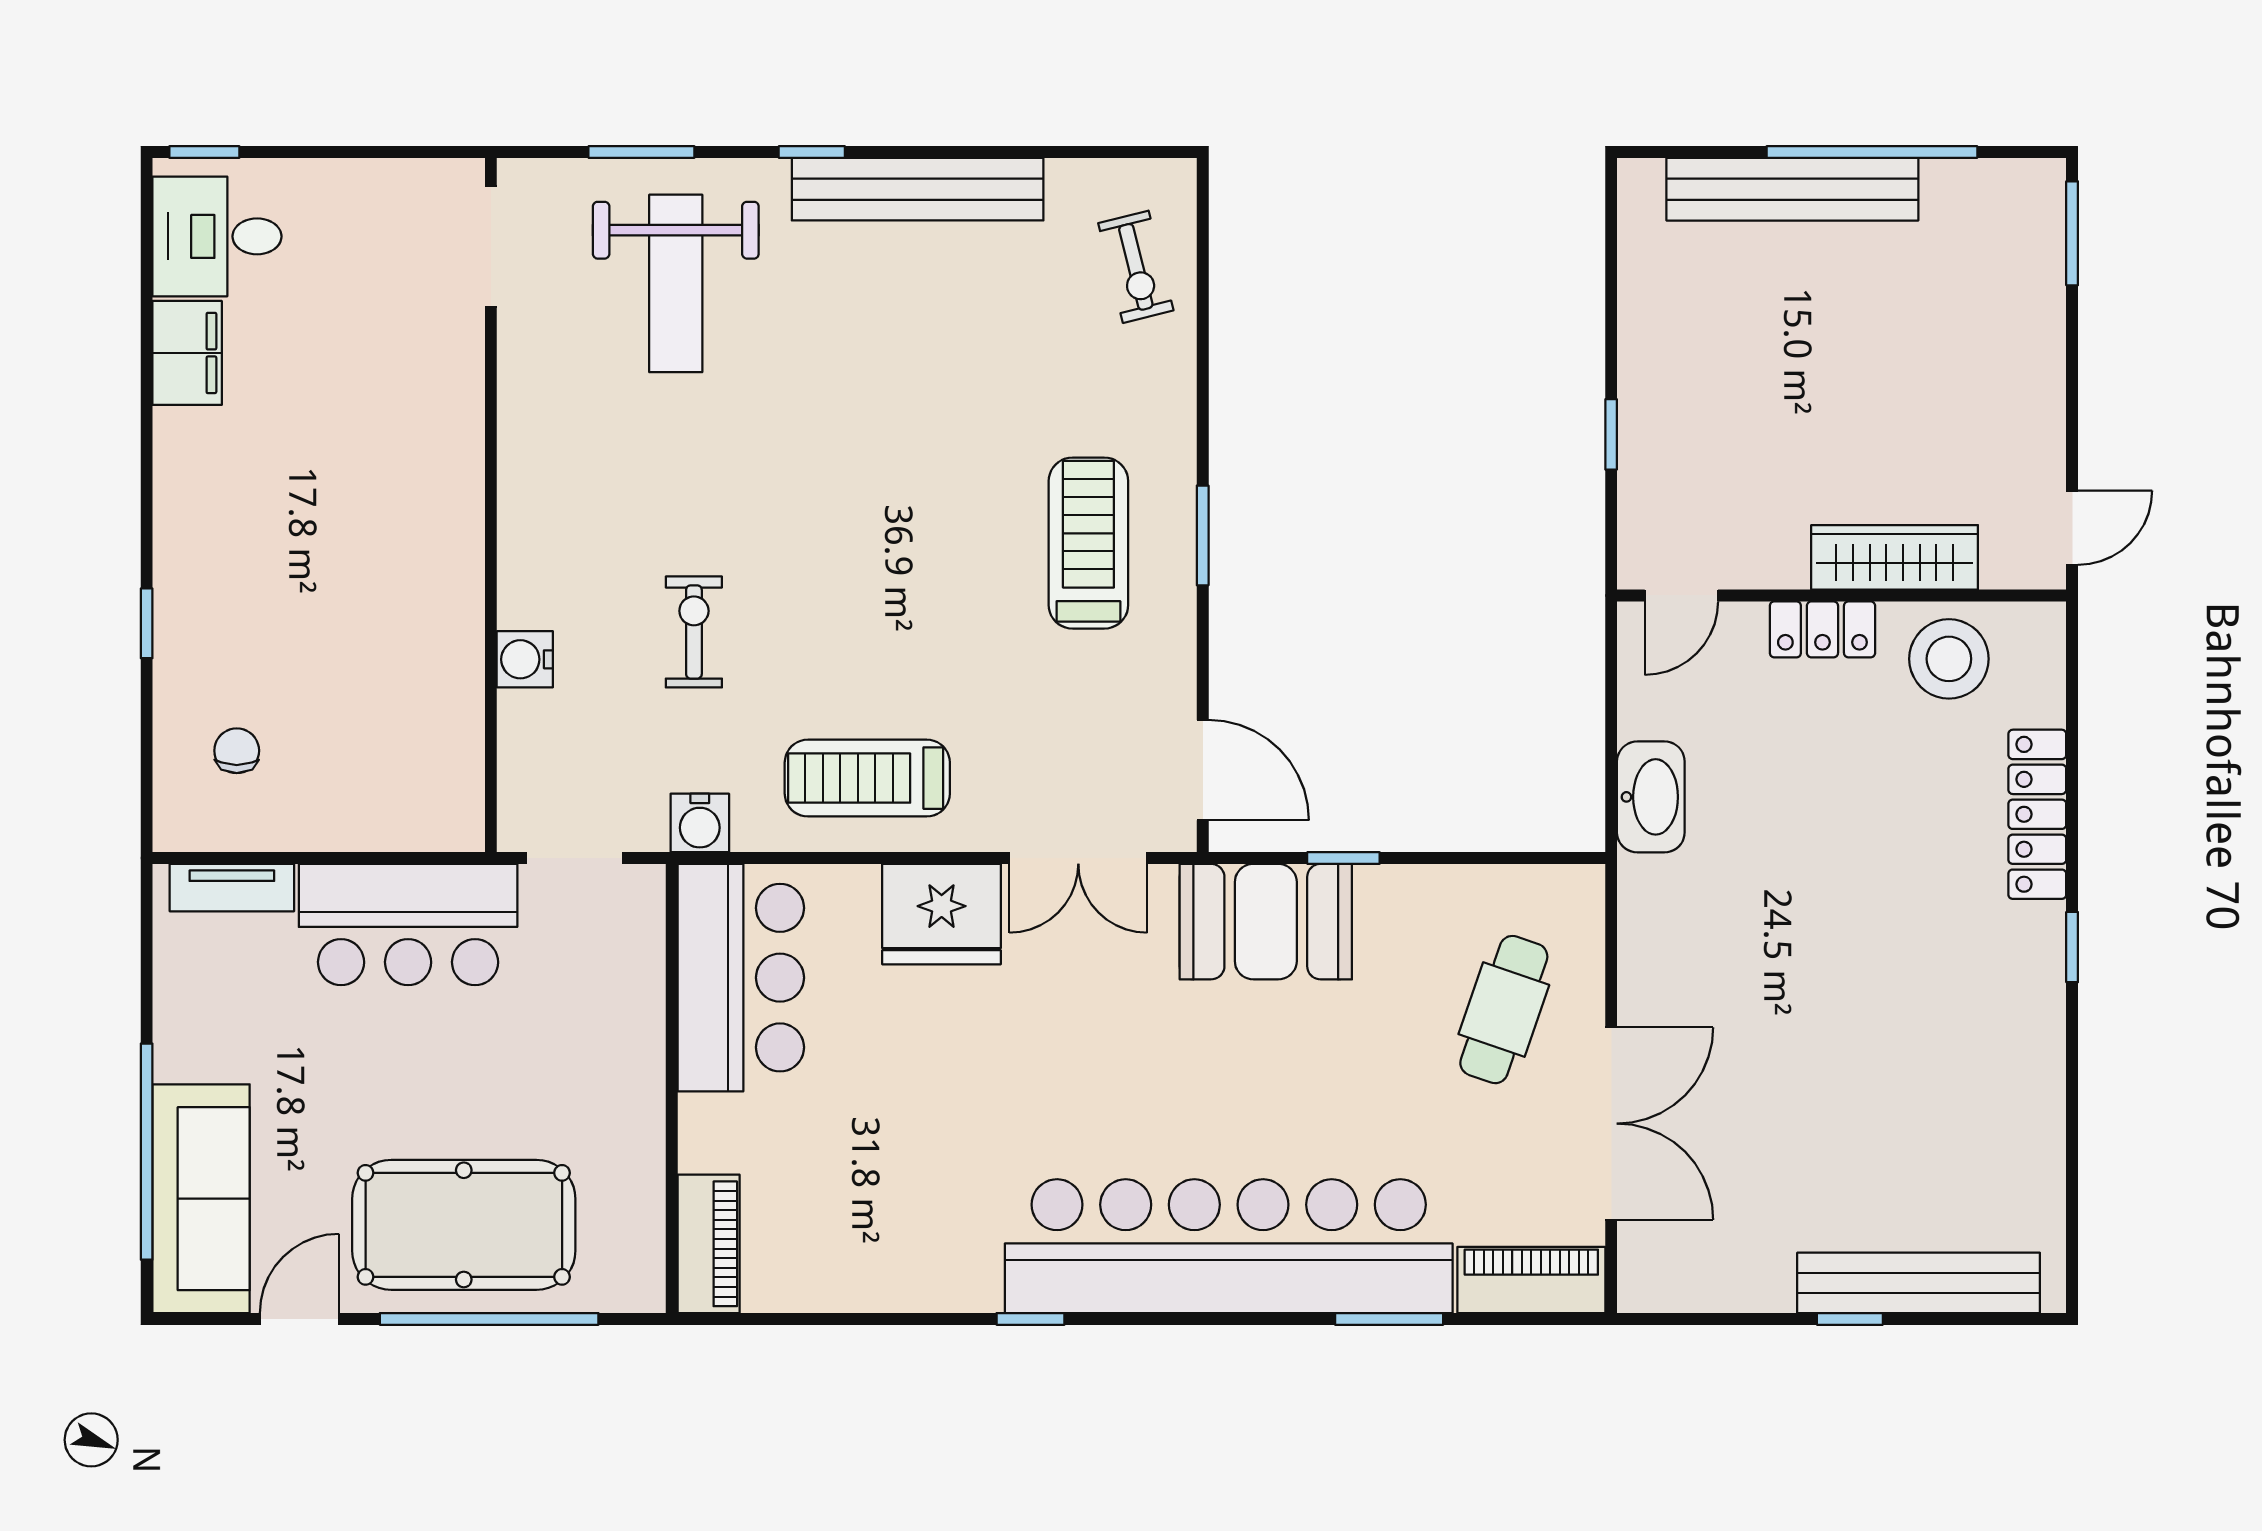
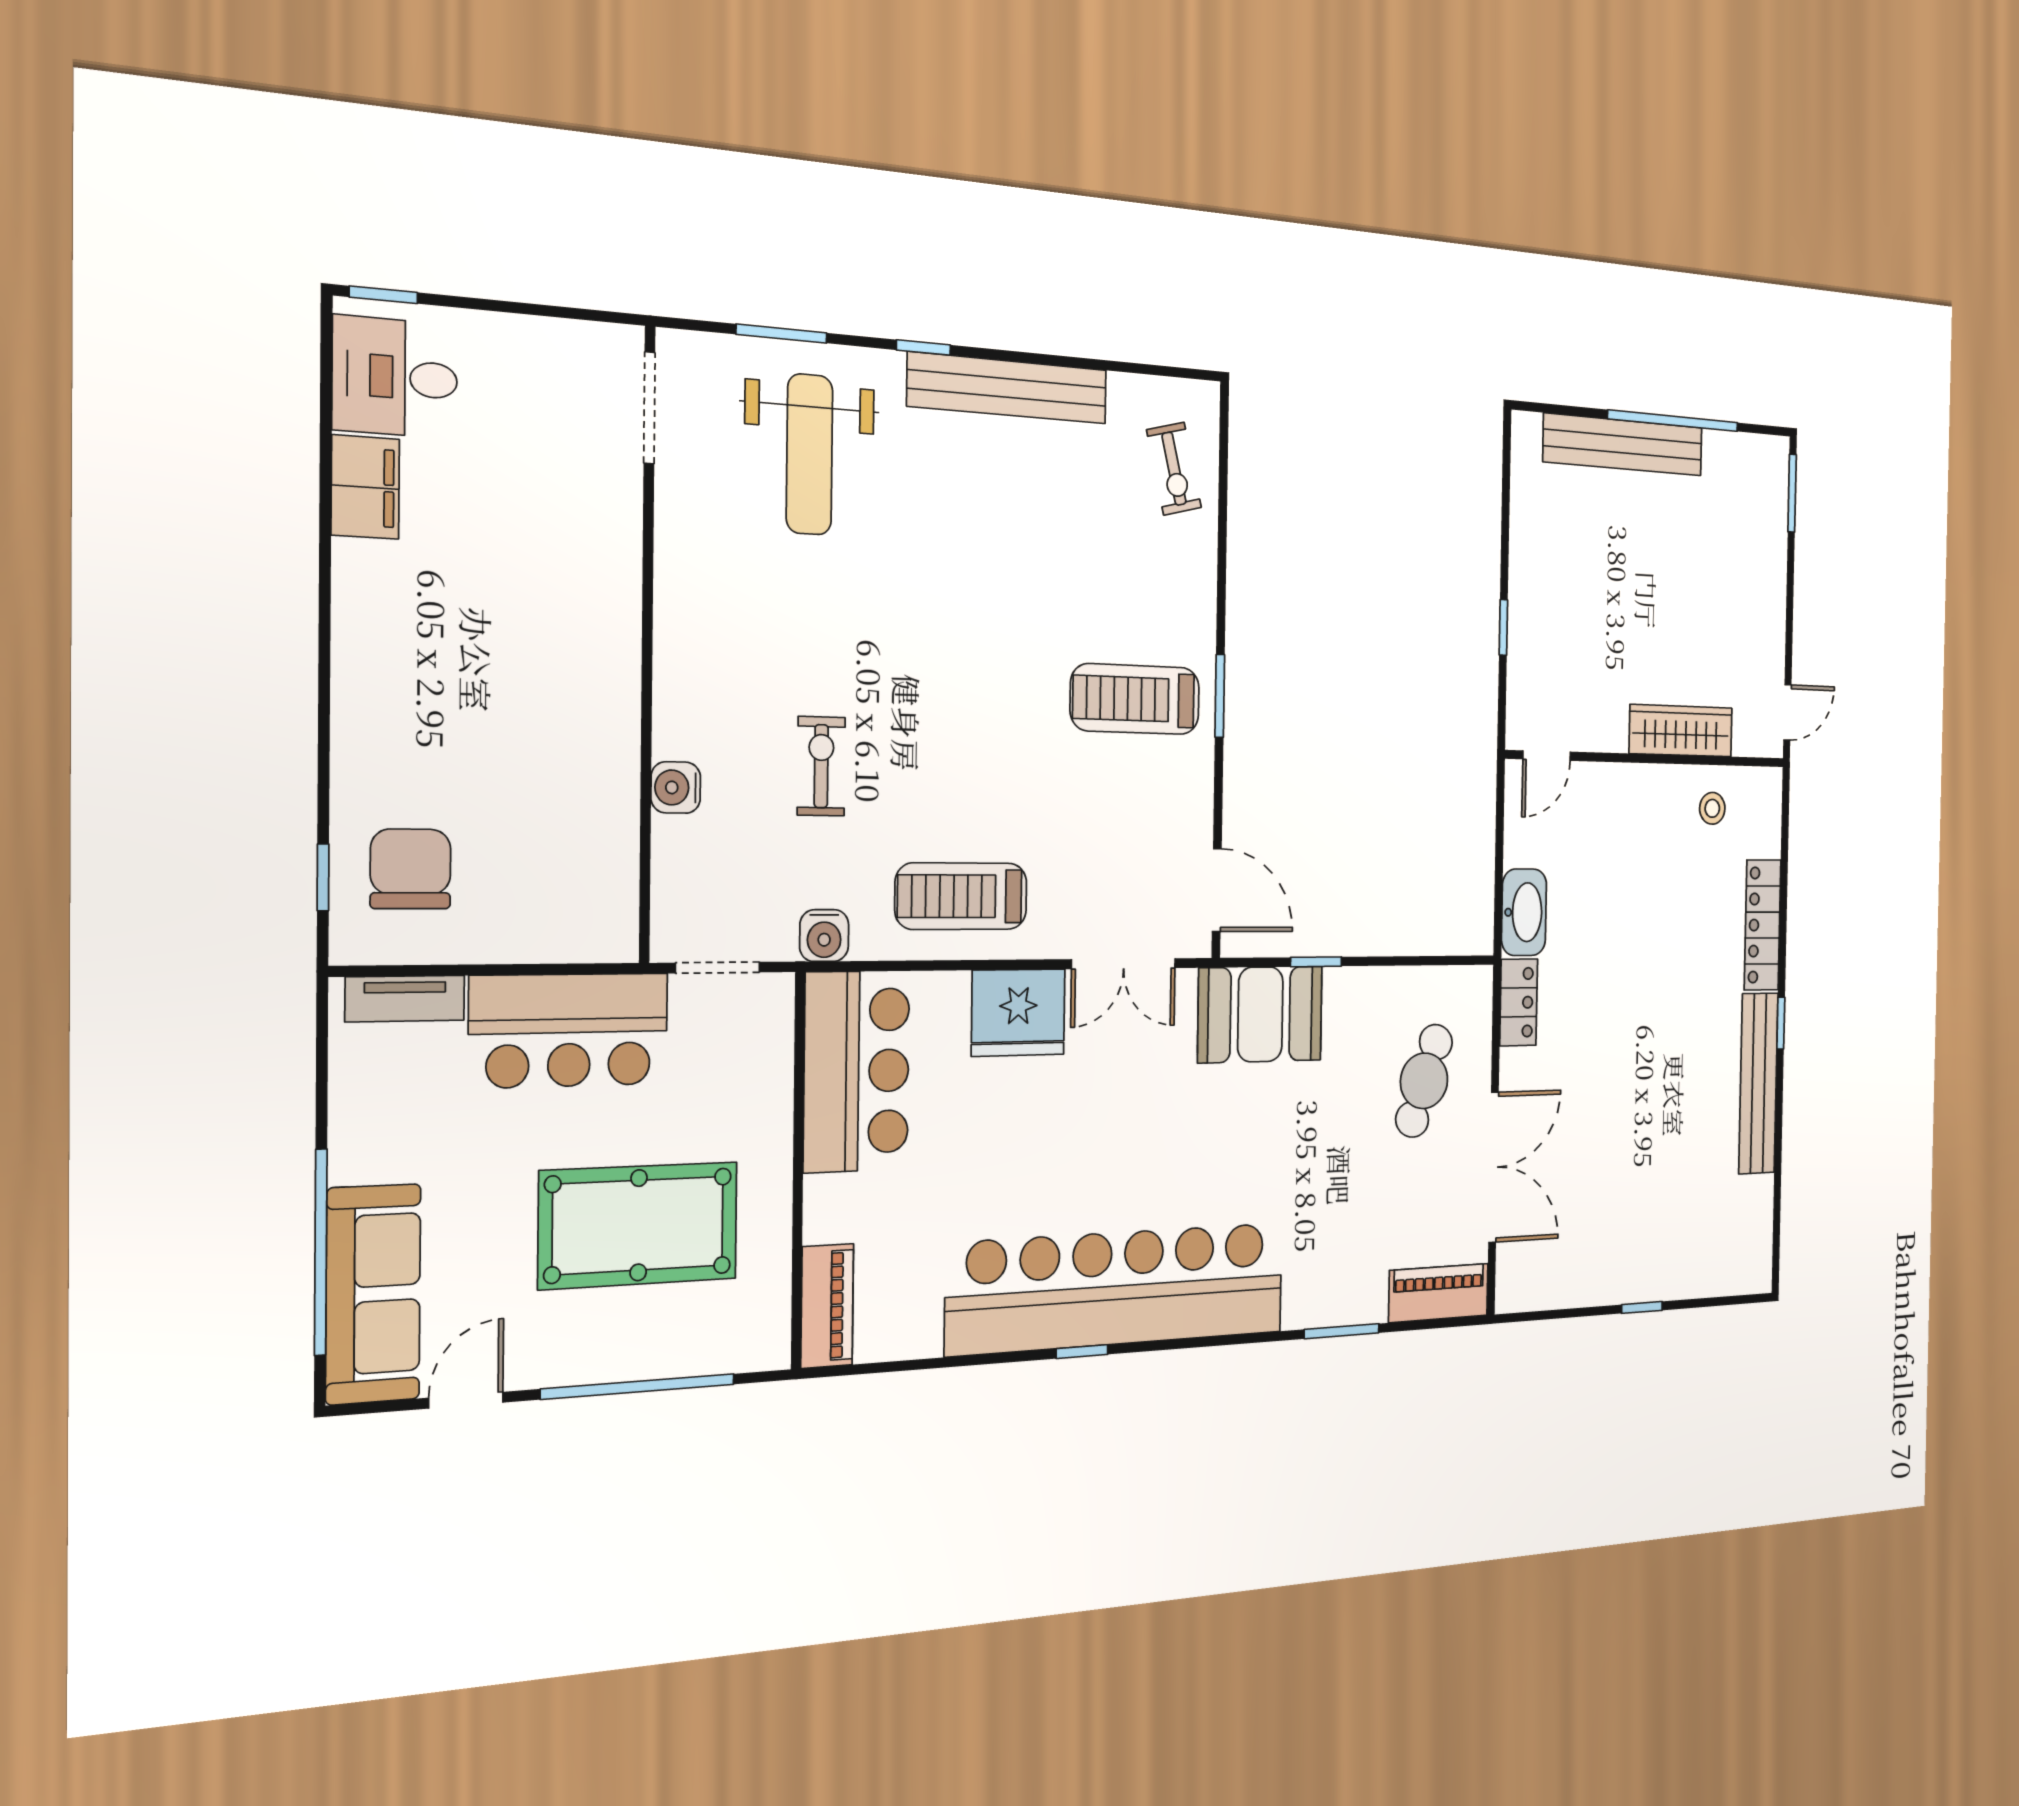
treadmill: (1088, 543) -> (1135, 699), turned -90
window: (147, 623) -> (323, 877), moved
locker: (1822, 629) -> (1519, 1002), moved, turned -90
stool: (1949, 659) -> (1712, 808), width x0.53, depth x0.53
chair: (237, 751) -> (411, 869), width x1.87, depth x1.87
pool table: (464, 1225) -> (639, 1225), moved
bar counter: (1229, 1246) -> (1118, 1288), moved
bench: (1919, 1283) -> (1758, 1083), moved, turned 90

